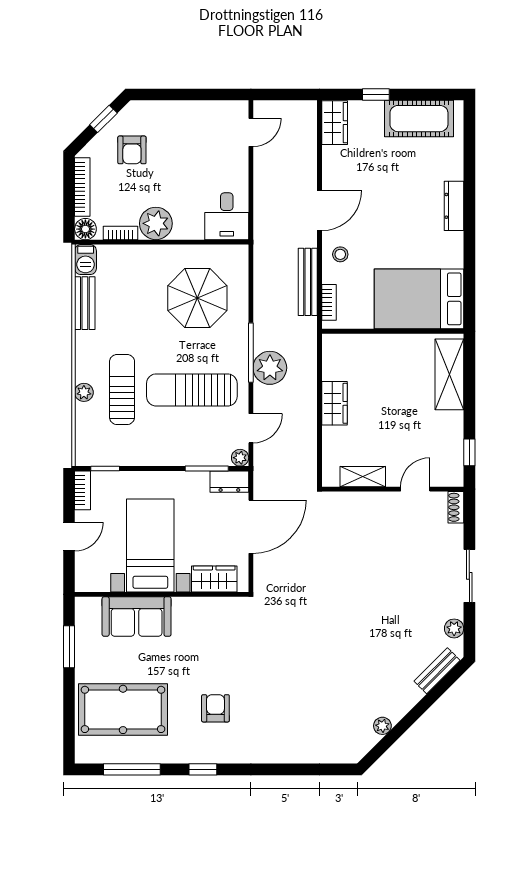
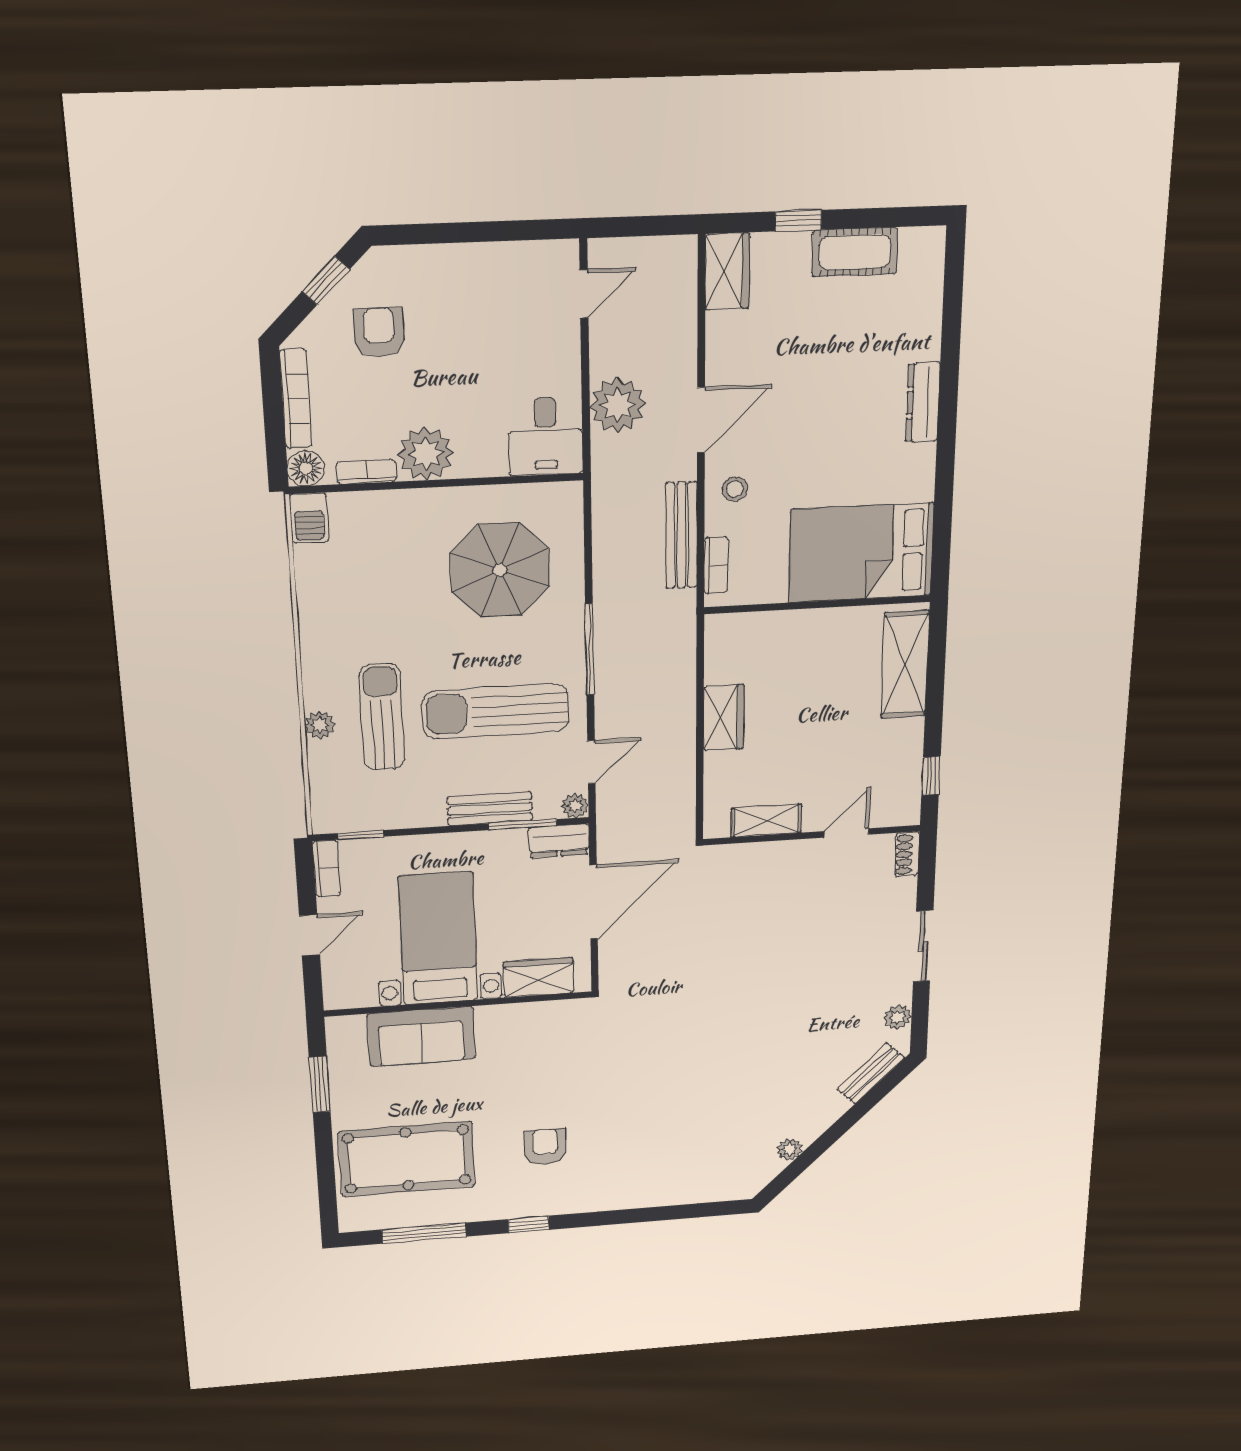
cot: (419, 119) -> (855, 252), width x0.73, depth x0.75
armchair: (132, 150) -> (379, 332), turned 180
bench: (85, 303) -> (490, 809), moved, turned 90
plant: (270, 368) -> (618, 405), moved

